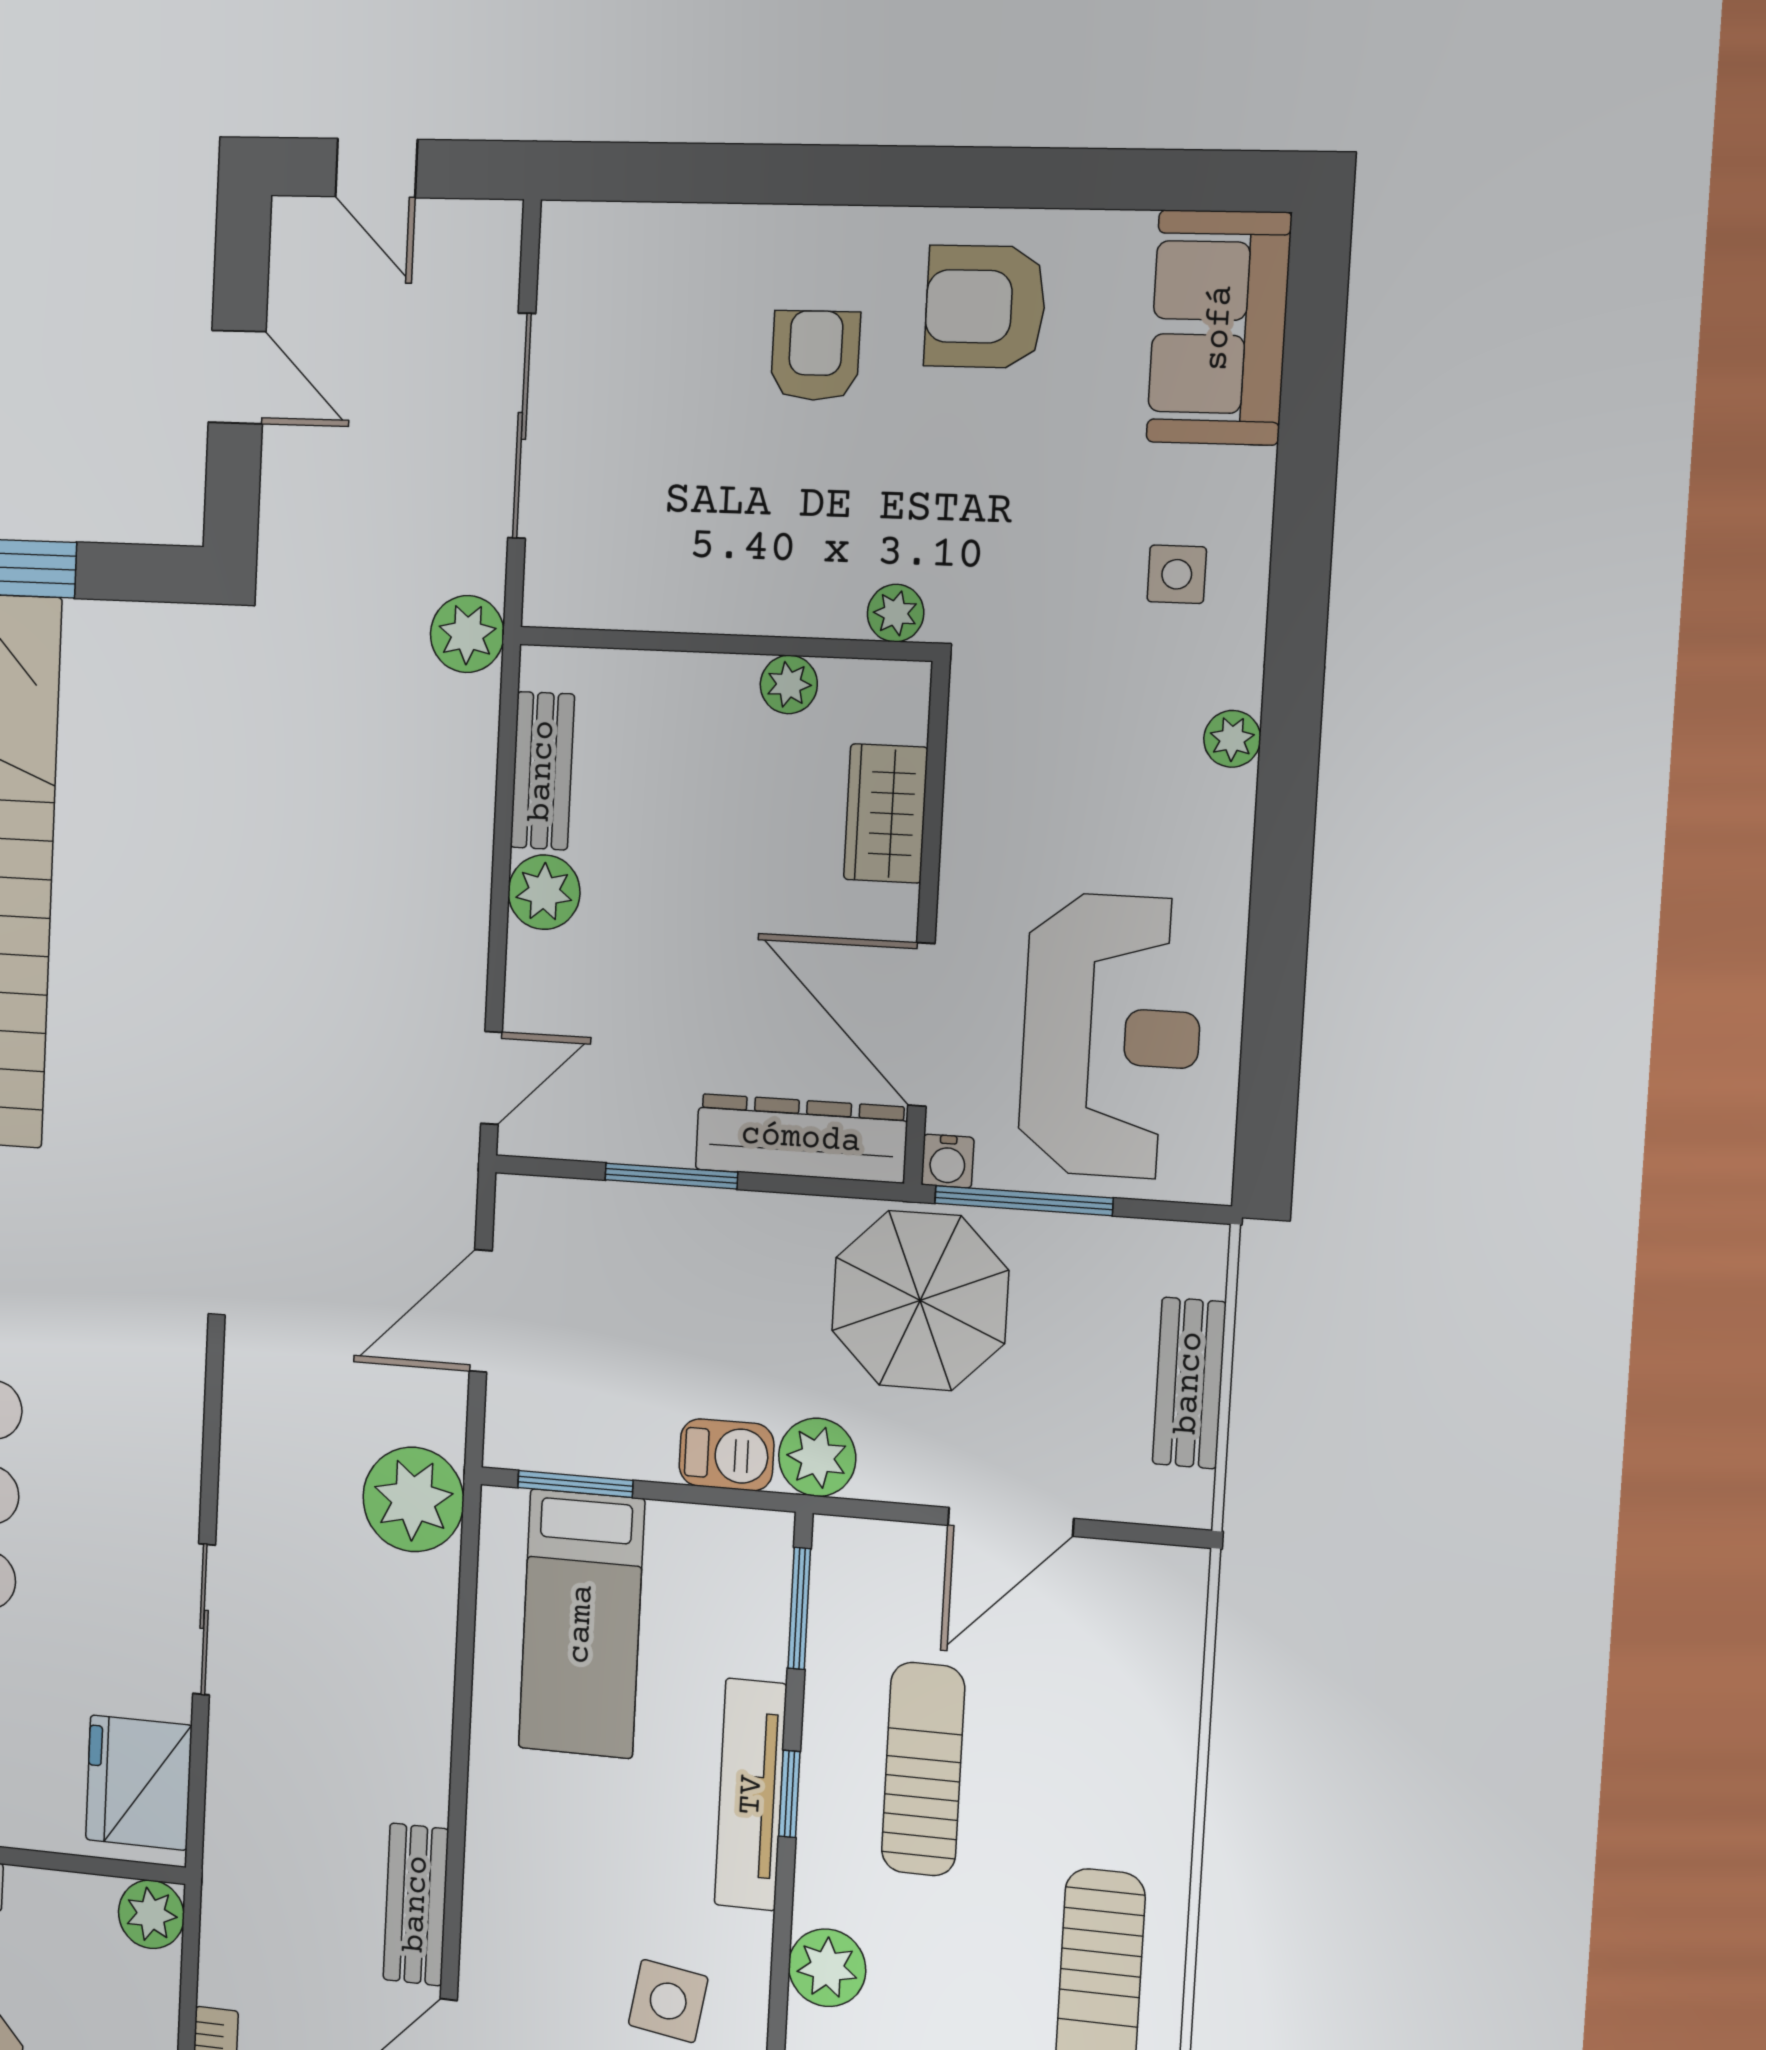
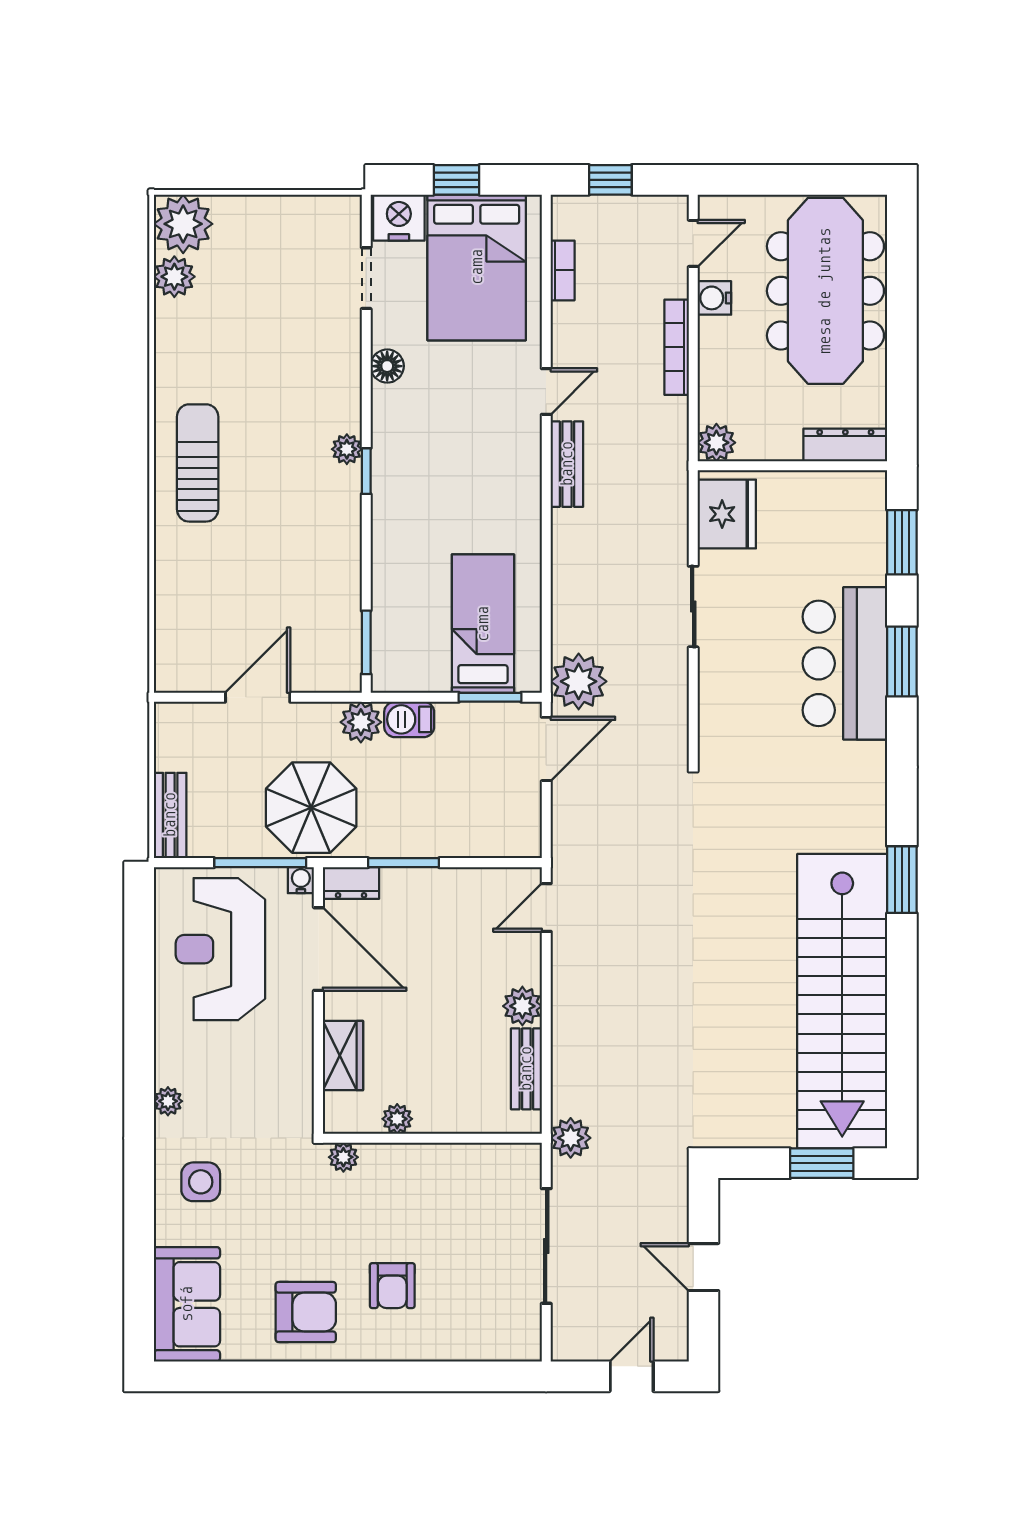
door: (376, 168) -> (632, 1376), hinge flipped
side table: (1177, 574) -> (201, 1182), width x1.37, depth x1.37
dresser: (801, 1138) -> (351, 883), width x0.51, depth x0.80
window: (671, 1176) -> (404, 863), moved
door: (481, 1311) -> (546, 749), moved
bench: (1189, 1383) -> (170, 815), moved
sun lounger: (923, 1769) -> (296, 565), removed
window: (789, 1794) -> (366, 471), moved
tv unit: (751, 1795) -> (387, 542), removed
plant: (827, 1968) -> (347, 449), width x0.73, depth x0.73
side table: (668, 2001) -> (426, 428), removed

